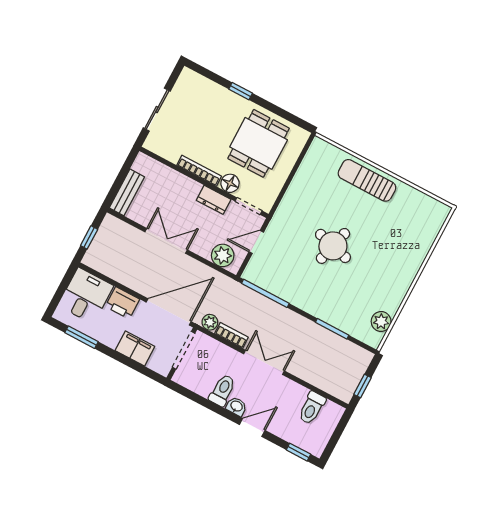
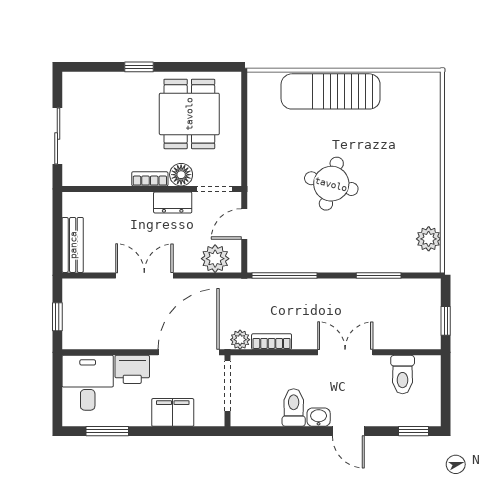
bookcase: (199, 171) -> (150, 179), width x0.64
sun lounger: (367, 180) -> (331, 91), width x1.36, depth x1.34
double door: (264, 362) -> (345, 352), moved
door: (252, 428) -> (348, 431), swing flipped

